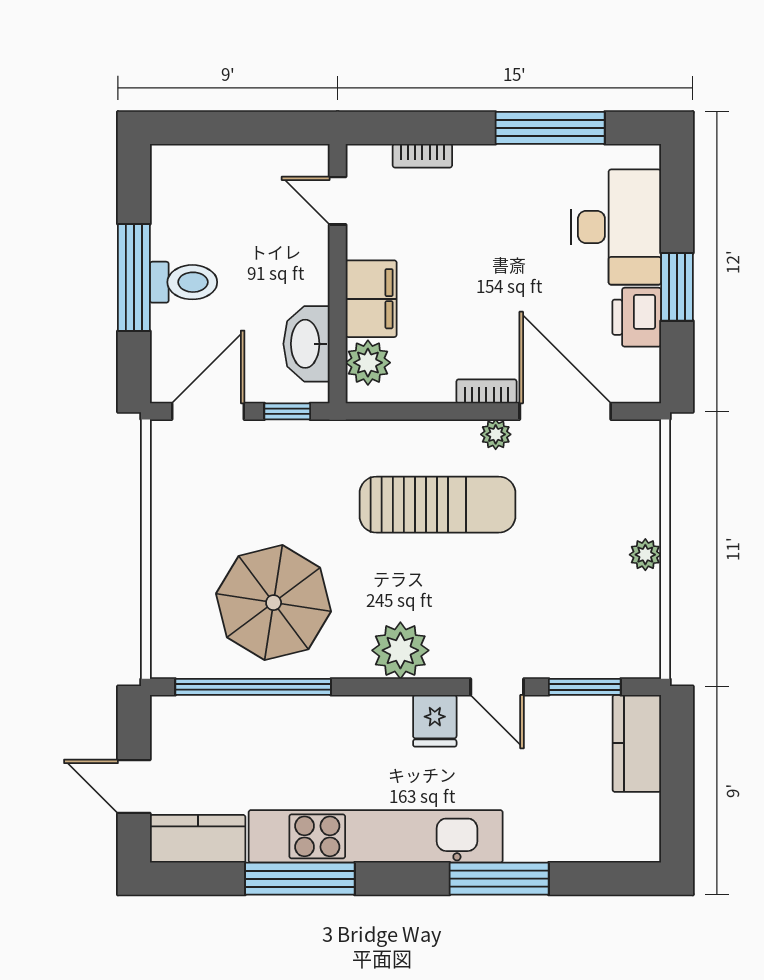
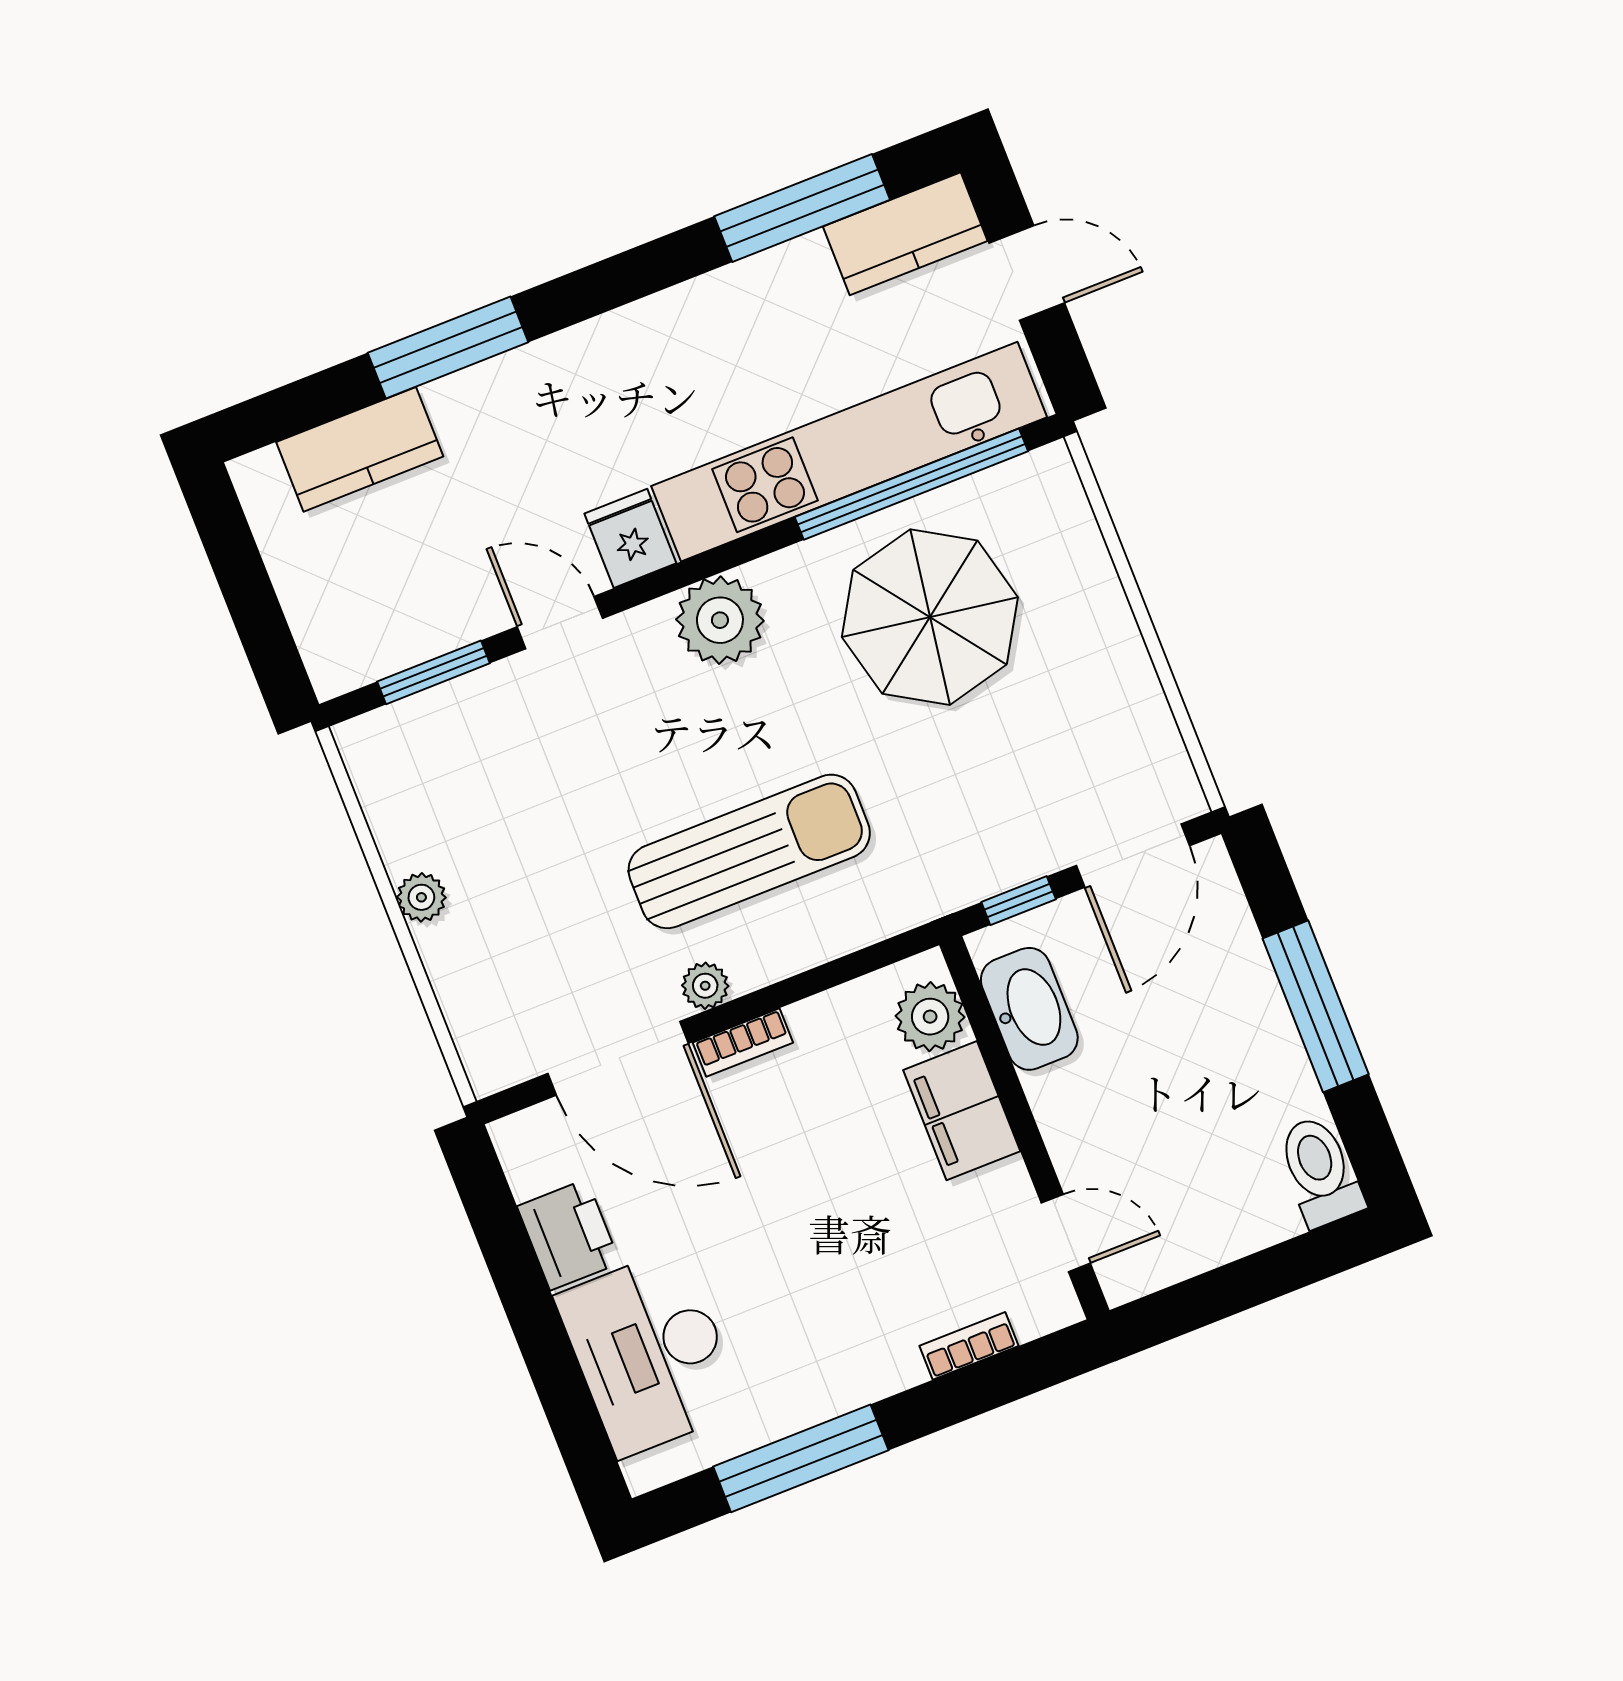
toilet: (184, 282) -> (1320, 1171), moved, turned 90
window: (677, 287) -> (528, 1301), removed
sun lounger: (437, 505) -> (749, 851), turned 180
kitchen counter: (637, 743) -> (360, 449), moved, turned 90
kitchen unit: (376, 836) -> (849, 452), moved, turned 180
window: (300, 879) -> (802, 208), moved

